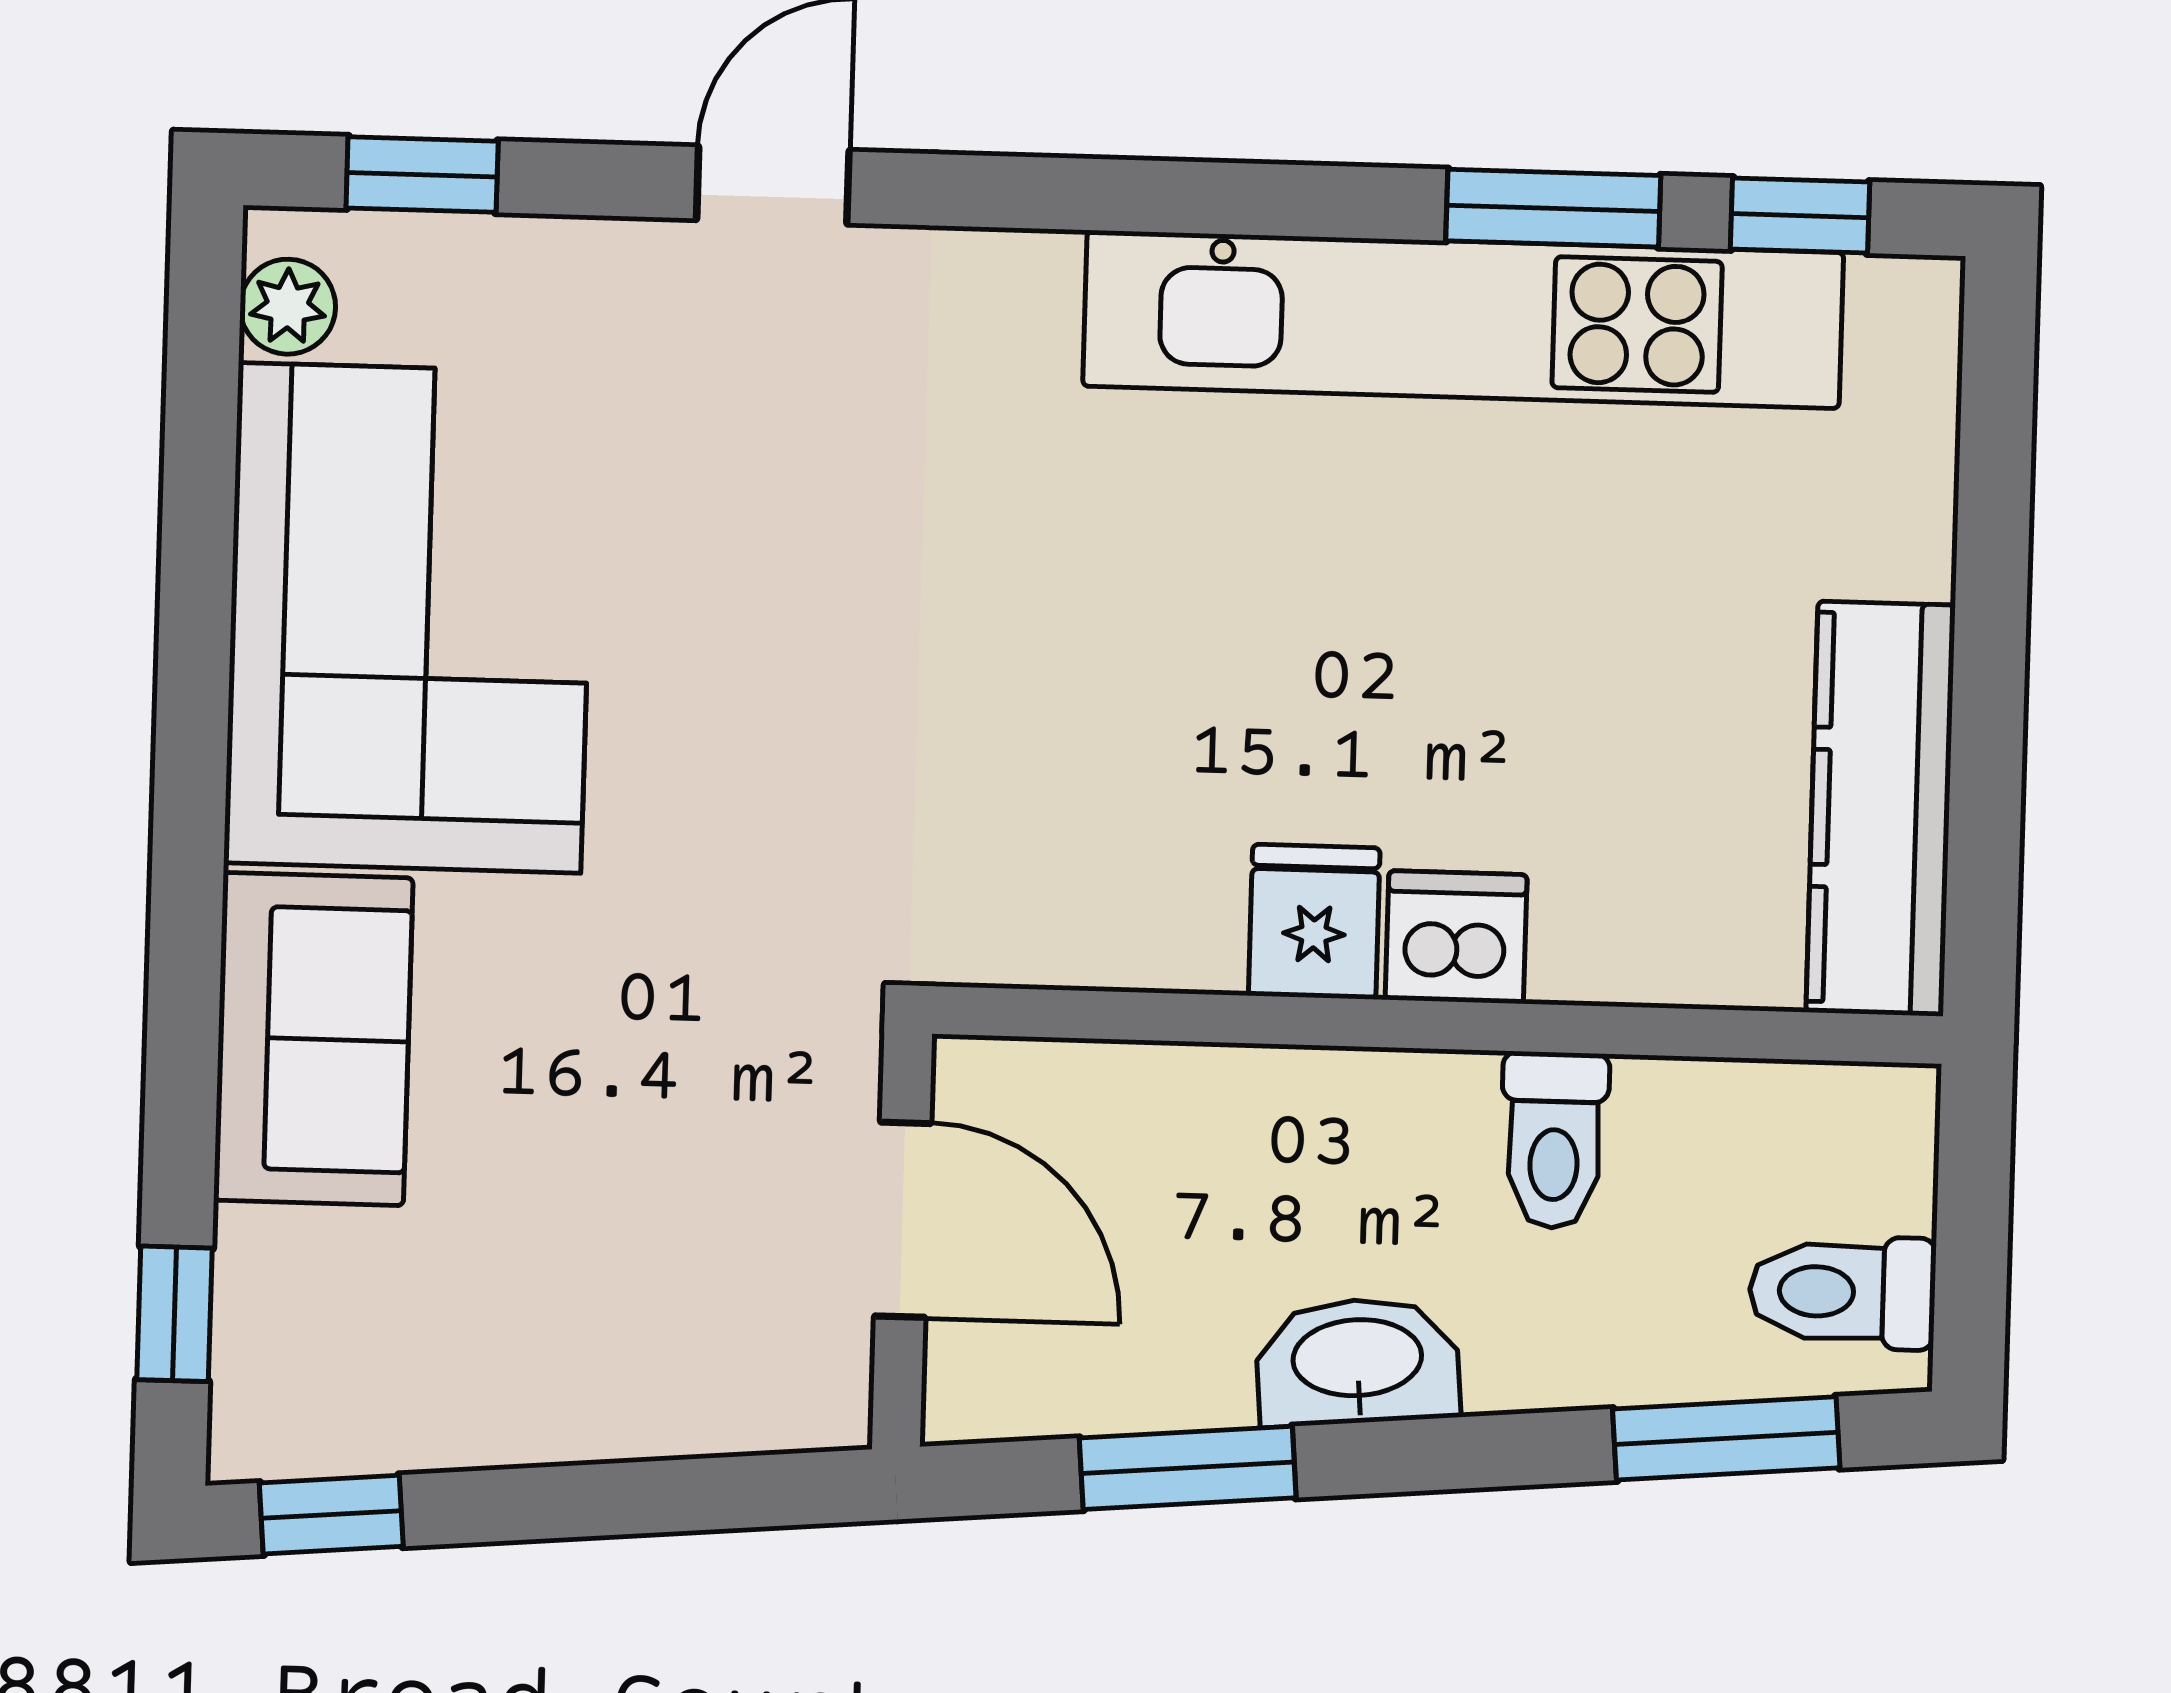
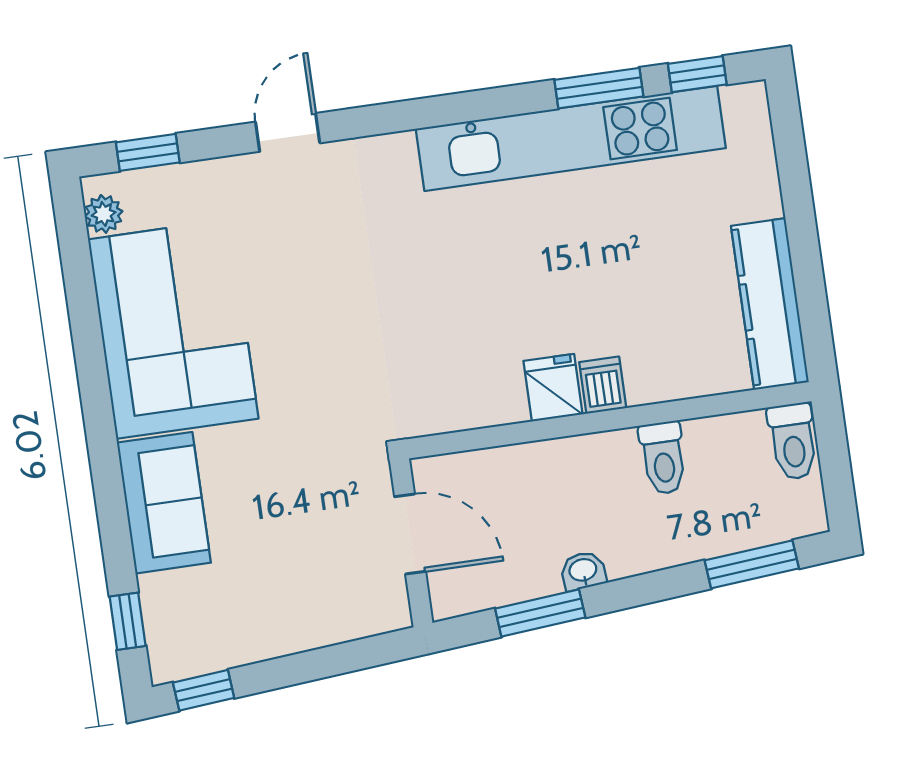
dishwasher: (1456, 937) -> (603, 385), width x0.73
toilet: (1842, 1292) -> (793, 441), moved, turned -90
washbasin: (1357, 1361) -> (583, 571), width x0.52, depth x0.69

